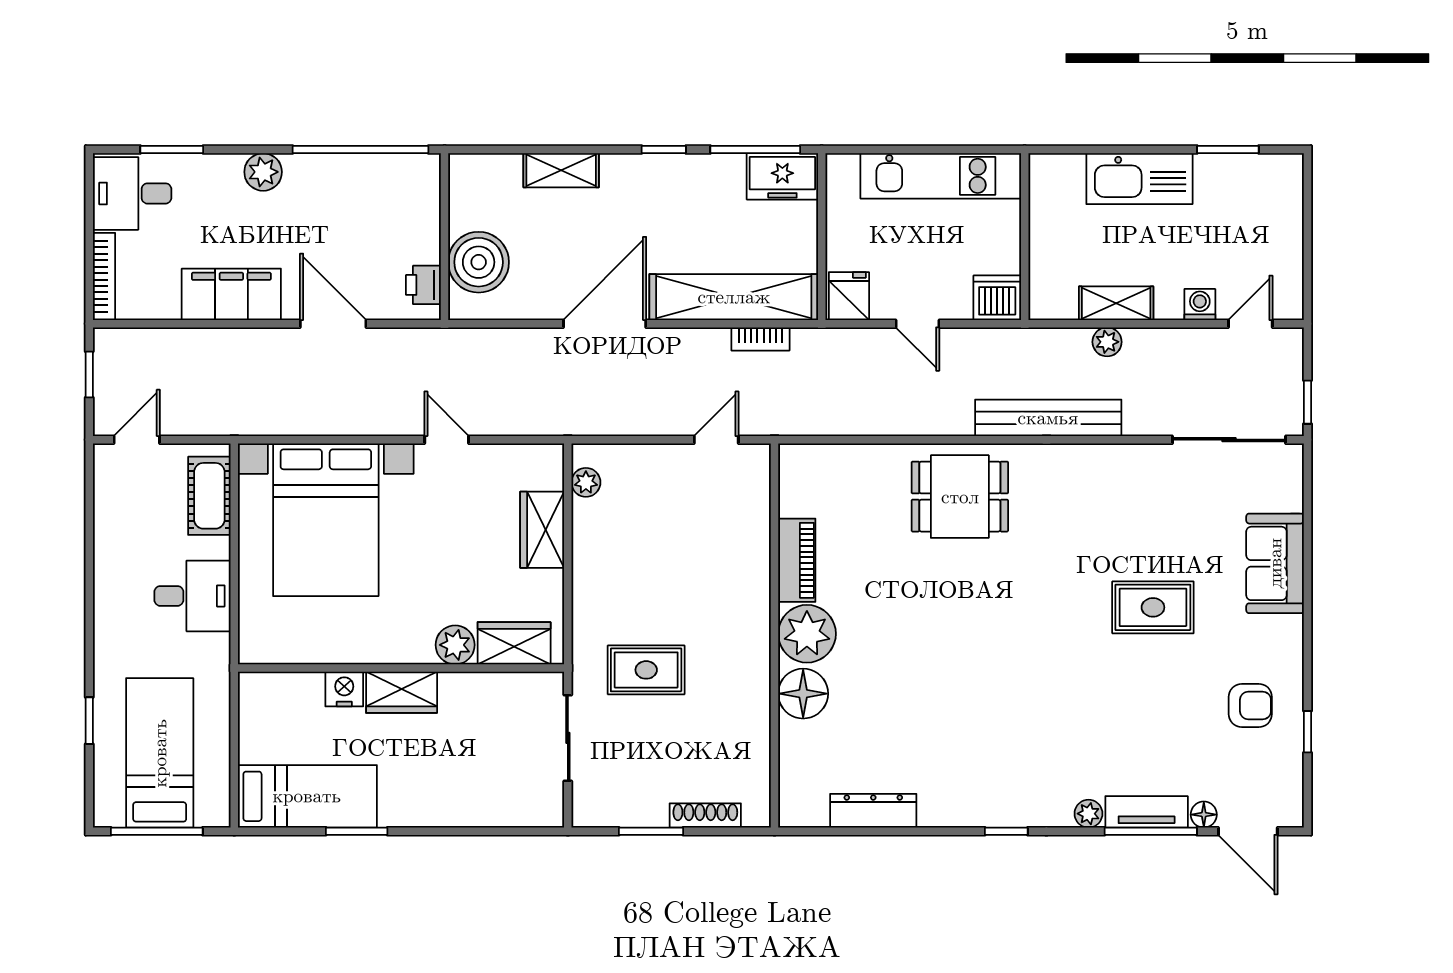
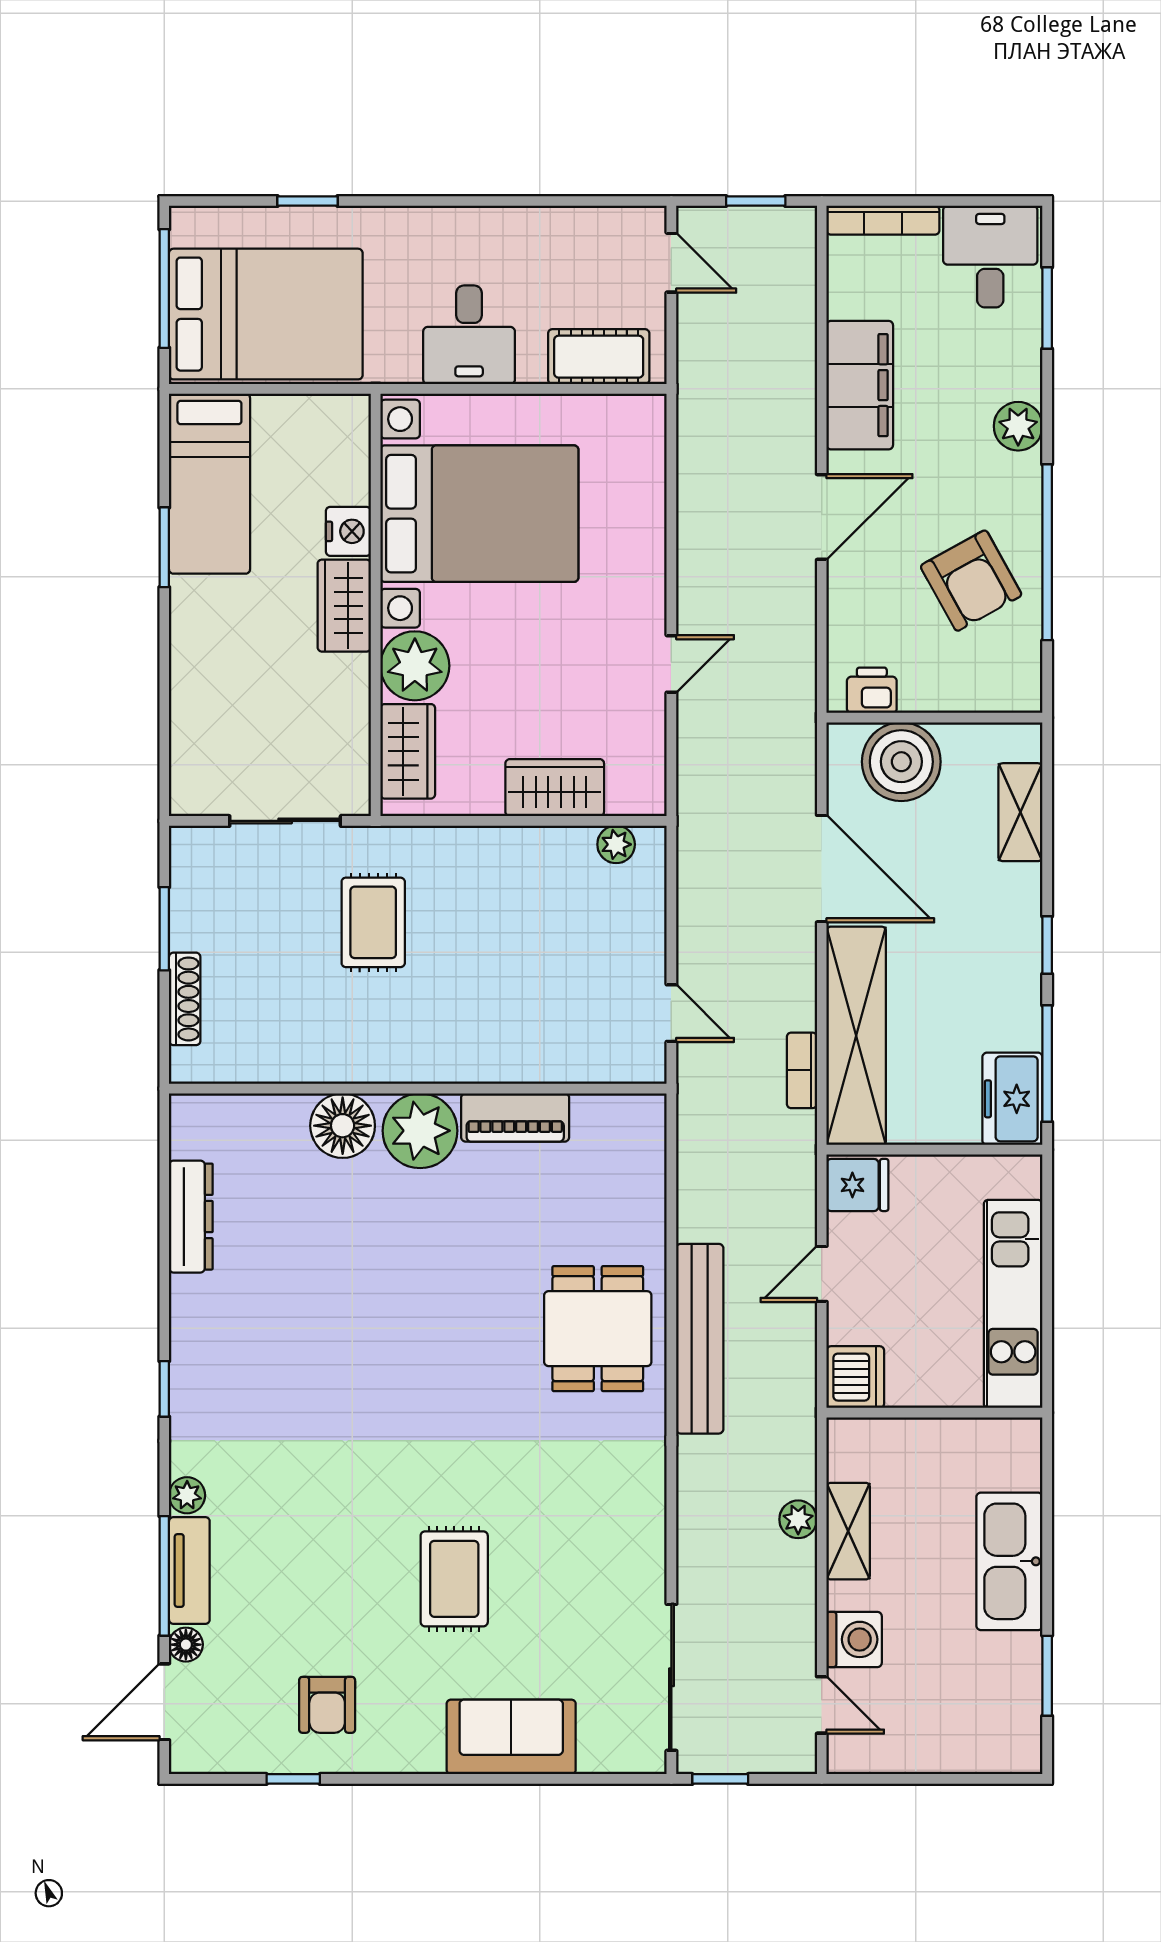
armchair: (382, 208) -> (971, 581), added
wall: (445, 237) -> (934, 718), moved
boiler: (479, 262) -> (901, 762), moved
printer: (423, 285) -> (872, 690), moved
washing machine: (1200, 304) -> (854, 1639), width x1.38, depth x1.38
bench: (1048, 418) -> (700, 1339), moved
bed with nightstands: (326, 520) -> (479, 514), moved, turned 180
plant: (455, 645) -> (415, 666), width x1.36, depth x1.36
bed: (160, 753) -> (266, 314), width x1.50

